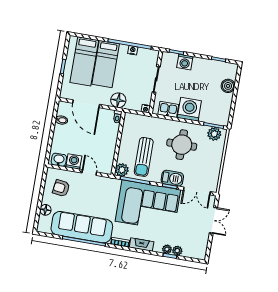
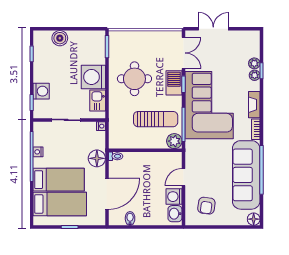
plant: (214, 134) -> (116, 44), removed
floor lamp: (45, 210) -> (254, 219), moved

